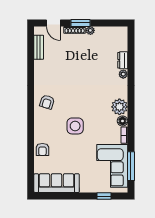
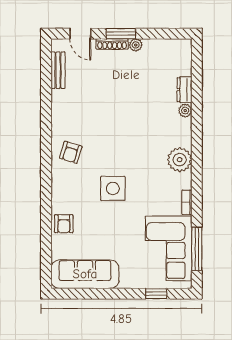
floor lamp: (123, 121) -> (184, 181), removed

